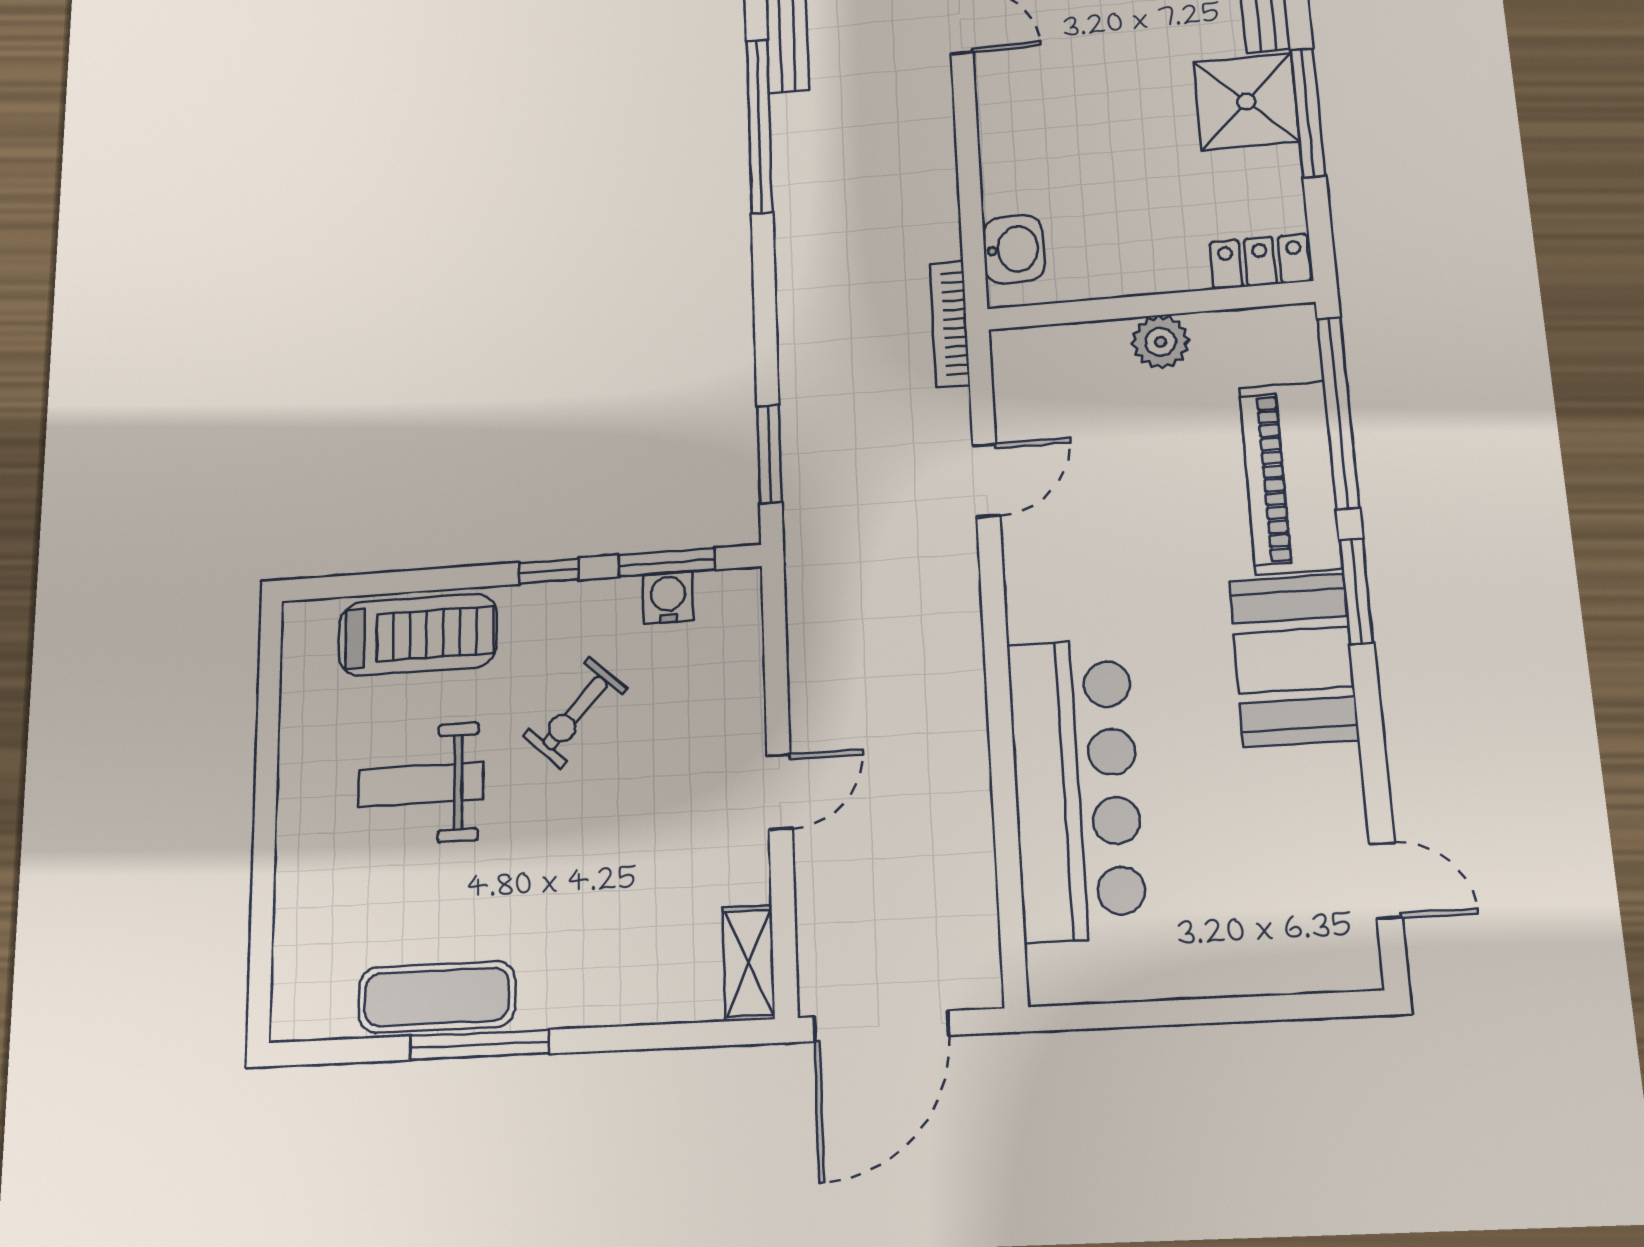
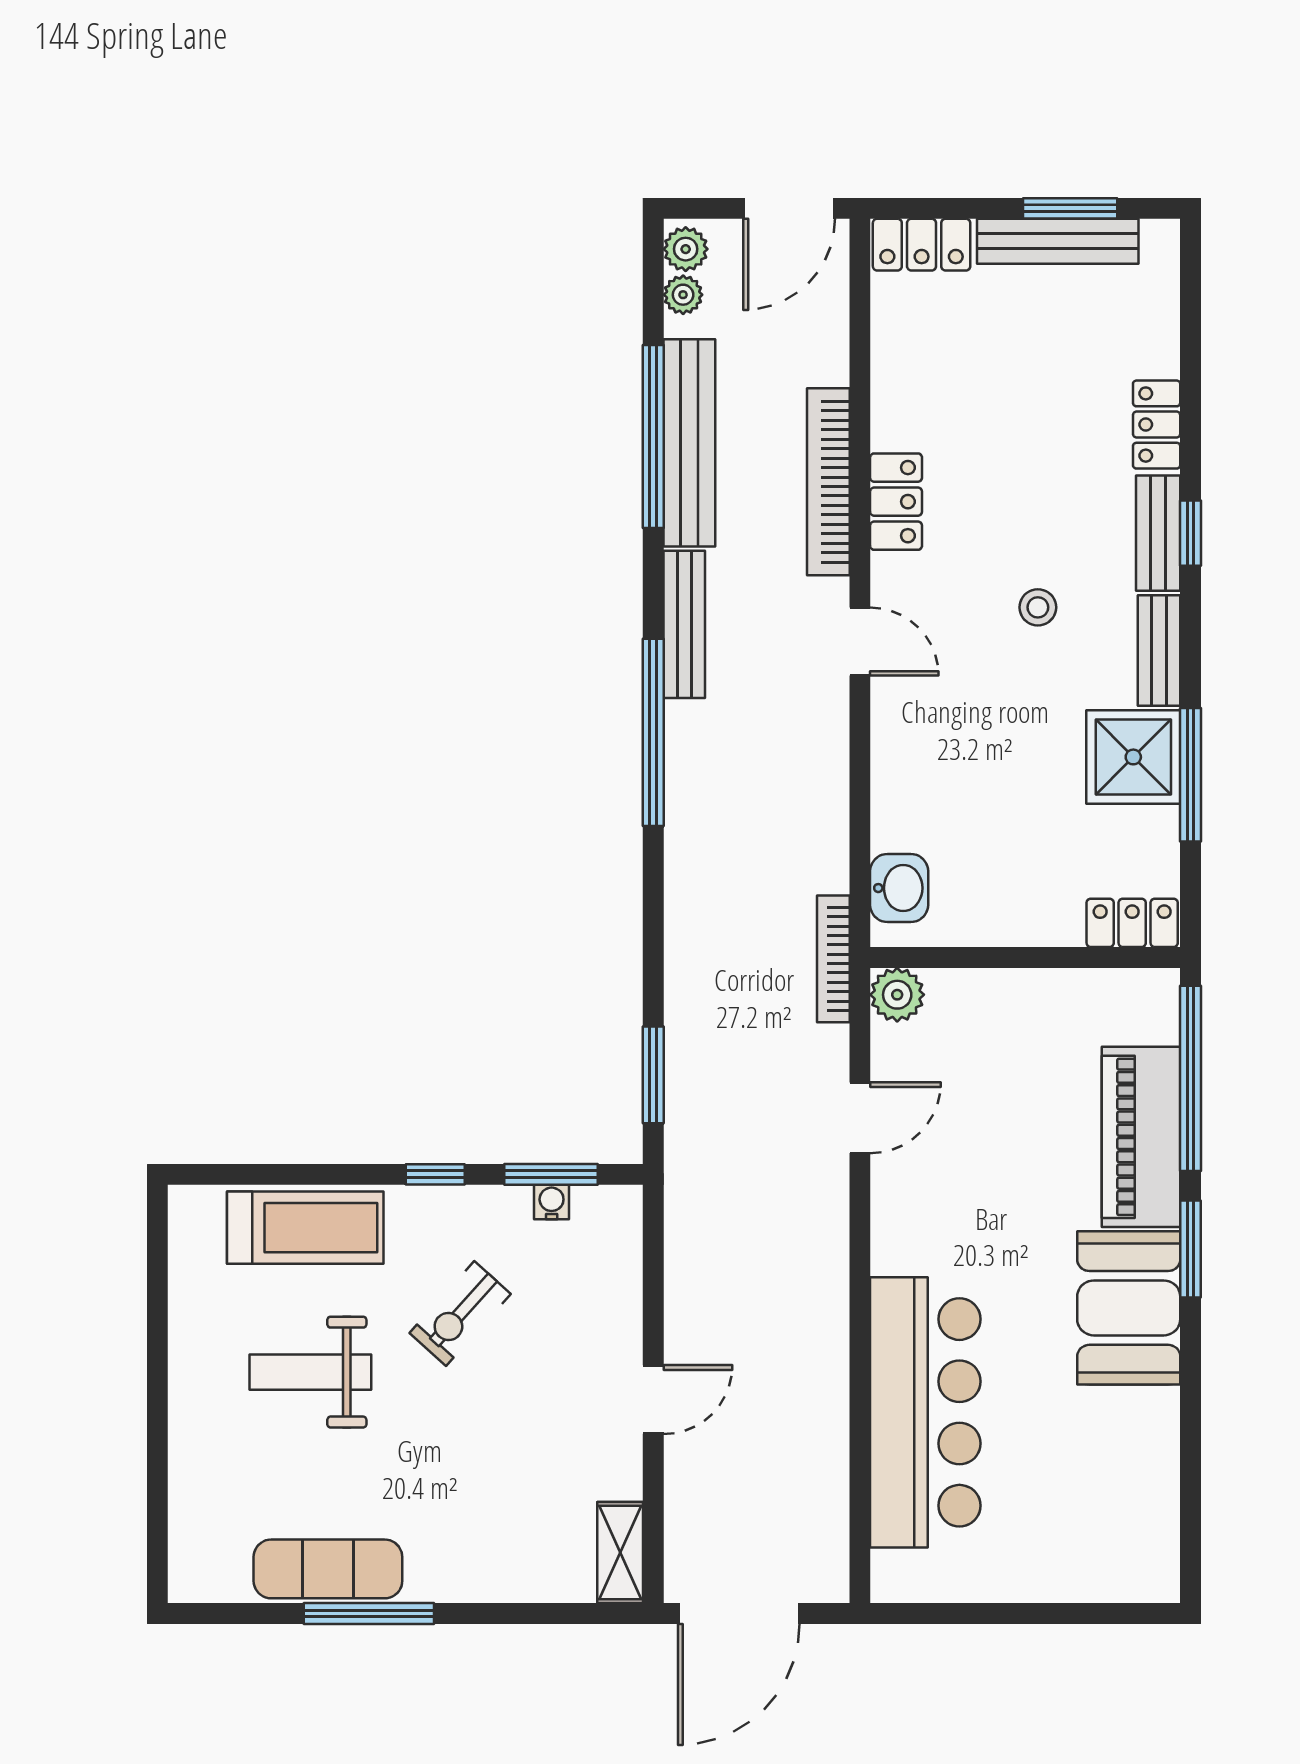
plant: (1161, 342) -> (897, 995), moved
water cooler: (668, 598) -> (552, 1202), width x0.72, depth x0.72
door: (1386, 881) -> (1191, 1509), removed

